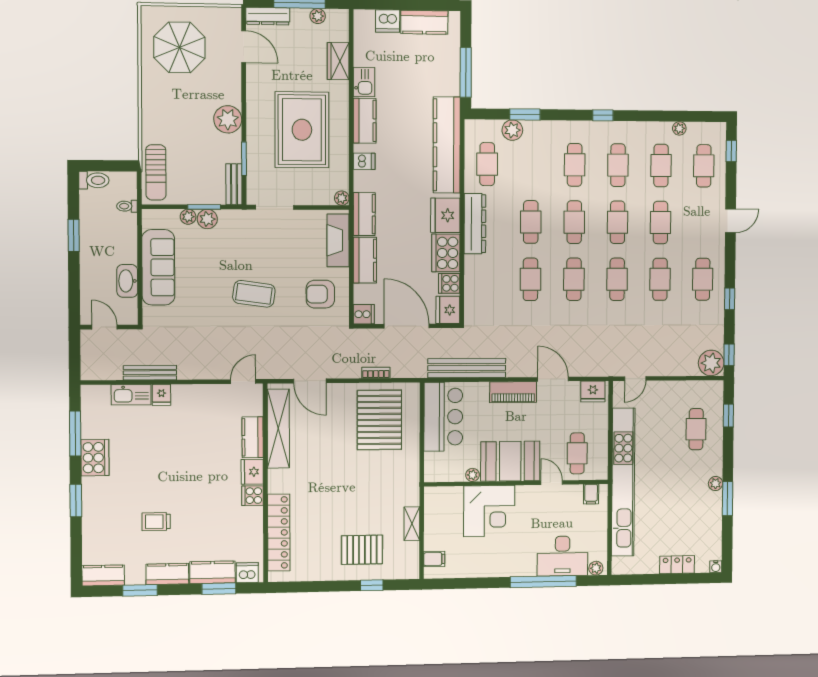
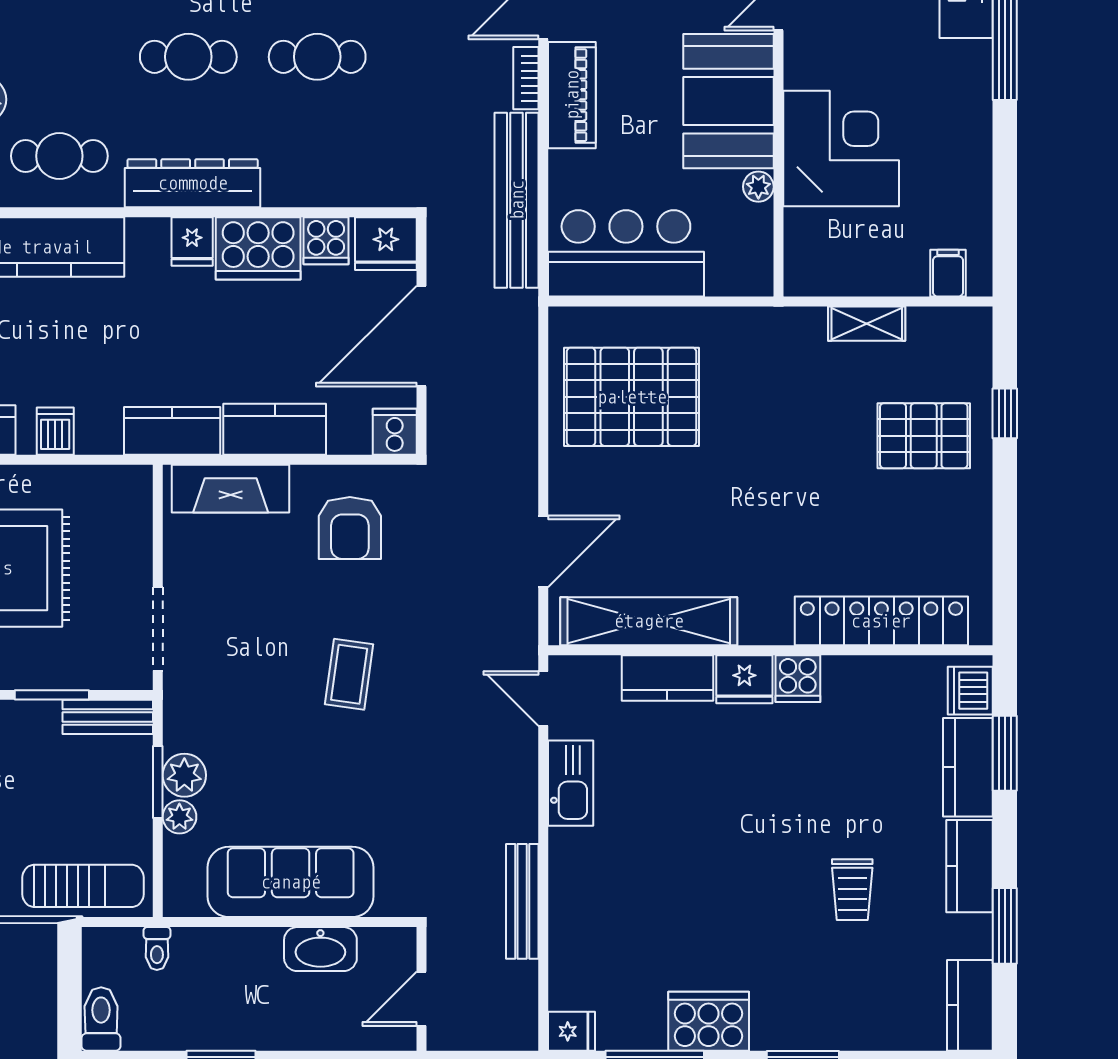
plant: (342, 198) -> (137, 481), removed
fridge: (445, 215) -> (192, 241), width x0.53, depth x0.75
coffee table: (254, 294) -> (349, 674), width x0.73, depth x0.77
bookcase: (376, 373) -> (526, 78), moved
kitchen sink: (131, 395) -> (571, 783), moved
fridge: (161, 395) -> (571, 1031), moved
pallet: (362, 550) -> (924, 436), turned 90

